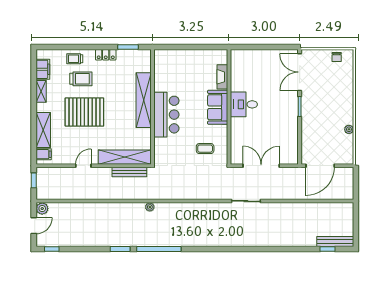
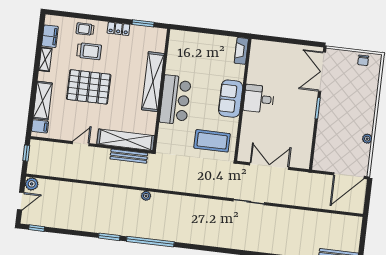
fireplace: (222, 77) -> (241, 51), moved
coffee table: (205, 149) -> (212, 141), width x1.86, depth x1.72
door: (320, 166) -> (349, 176), moved

